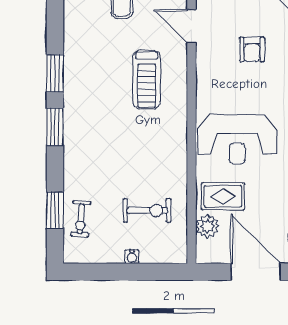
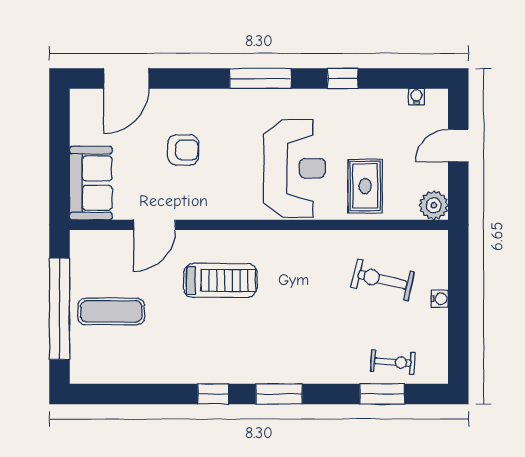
window: (55, 74) -> (213, 394), width x0.67
exercise bike: (147, 210) -> (383, 280), turned -77
plant: (207, 226) -> (434, 205), moved
door: (256, 272) -> (458, 146), width x0.53

